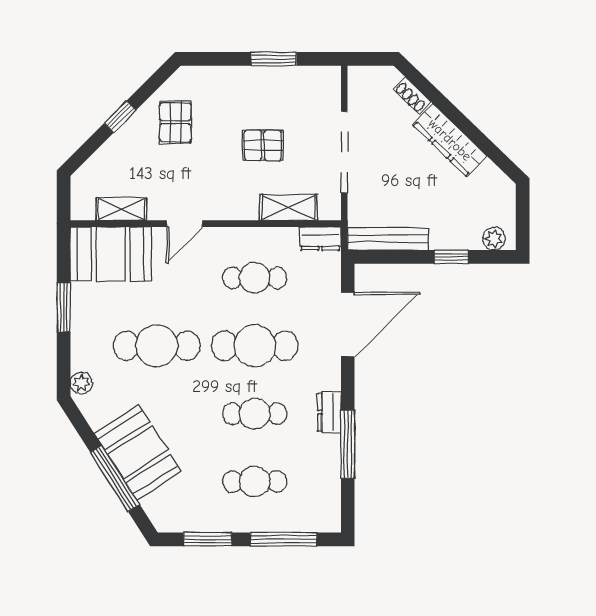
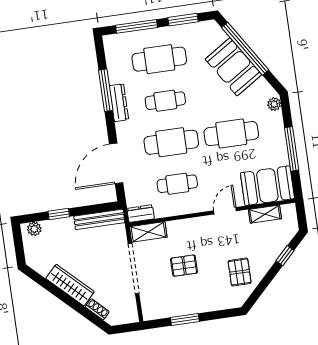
window: (120, 117) -> (285, 256), moved
shelving: (288, 208) -> (148, 232), moved
window: (64, 307) -> (292, 149), width x1.44
dresser: (329, 412) -> (119, 103), width x1.44
window: (115, 478) -> (245, 49), width x1.46
cafe table: (255, 482) -> (159, 59), width x1.37, depth x1.35

